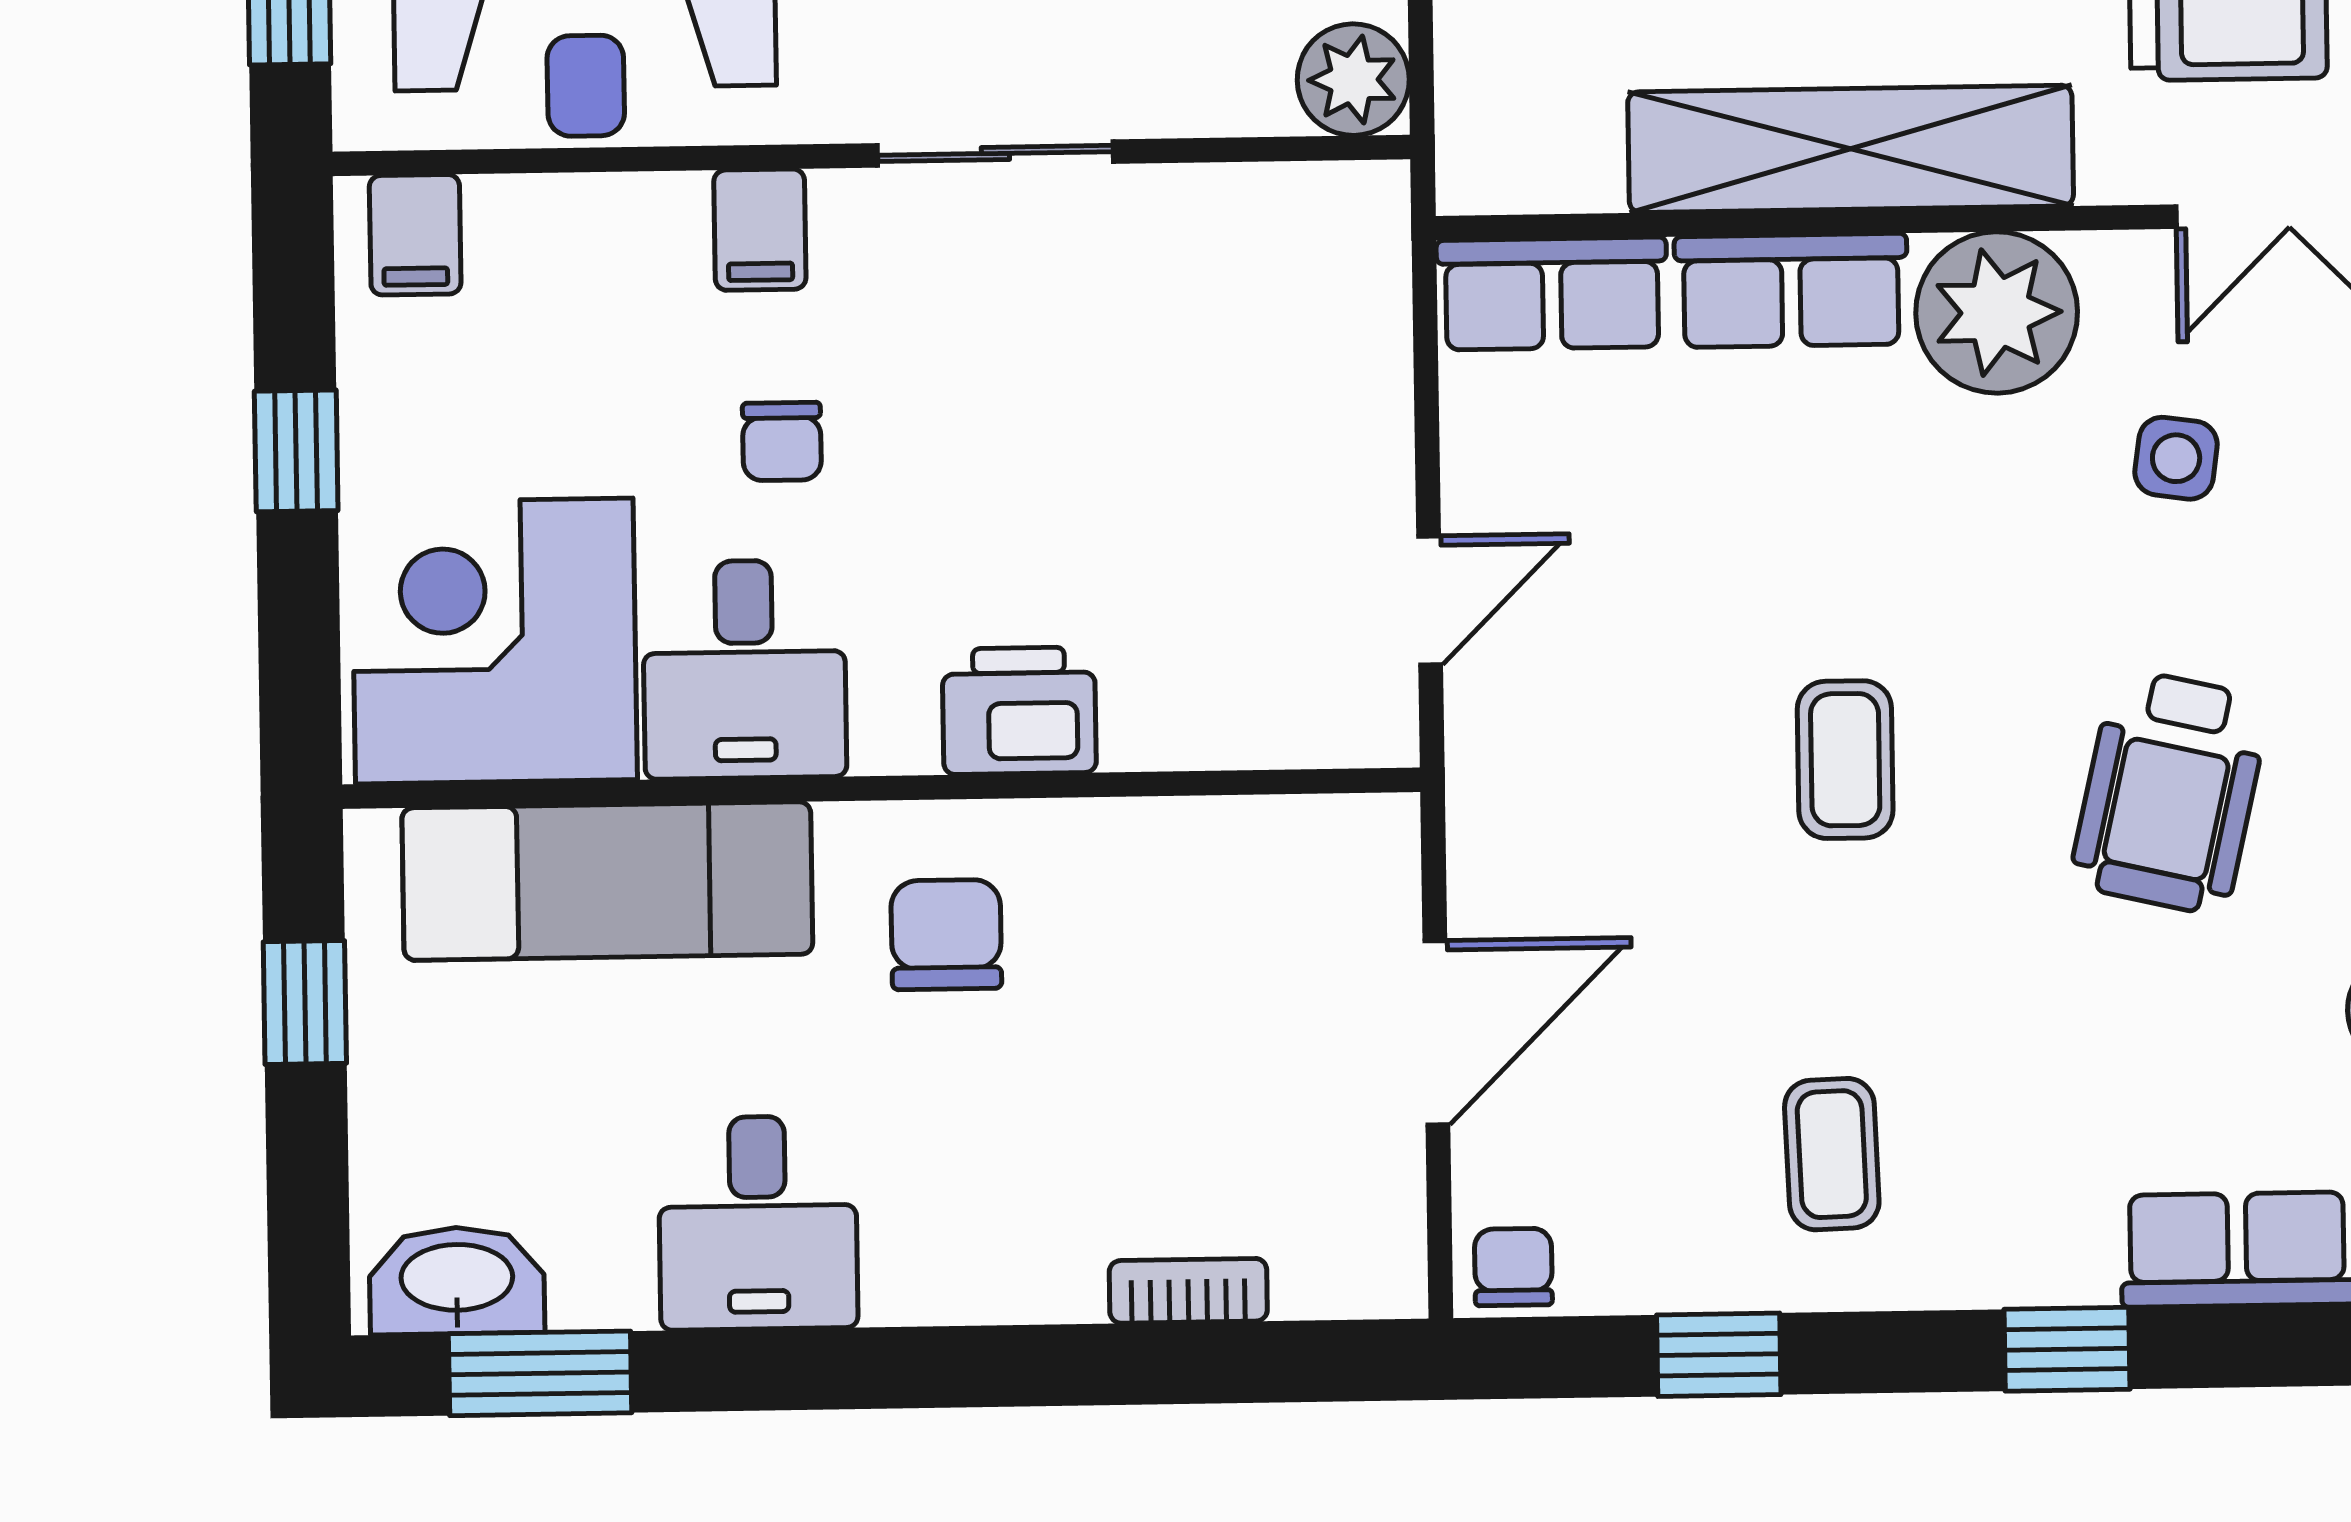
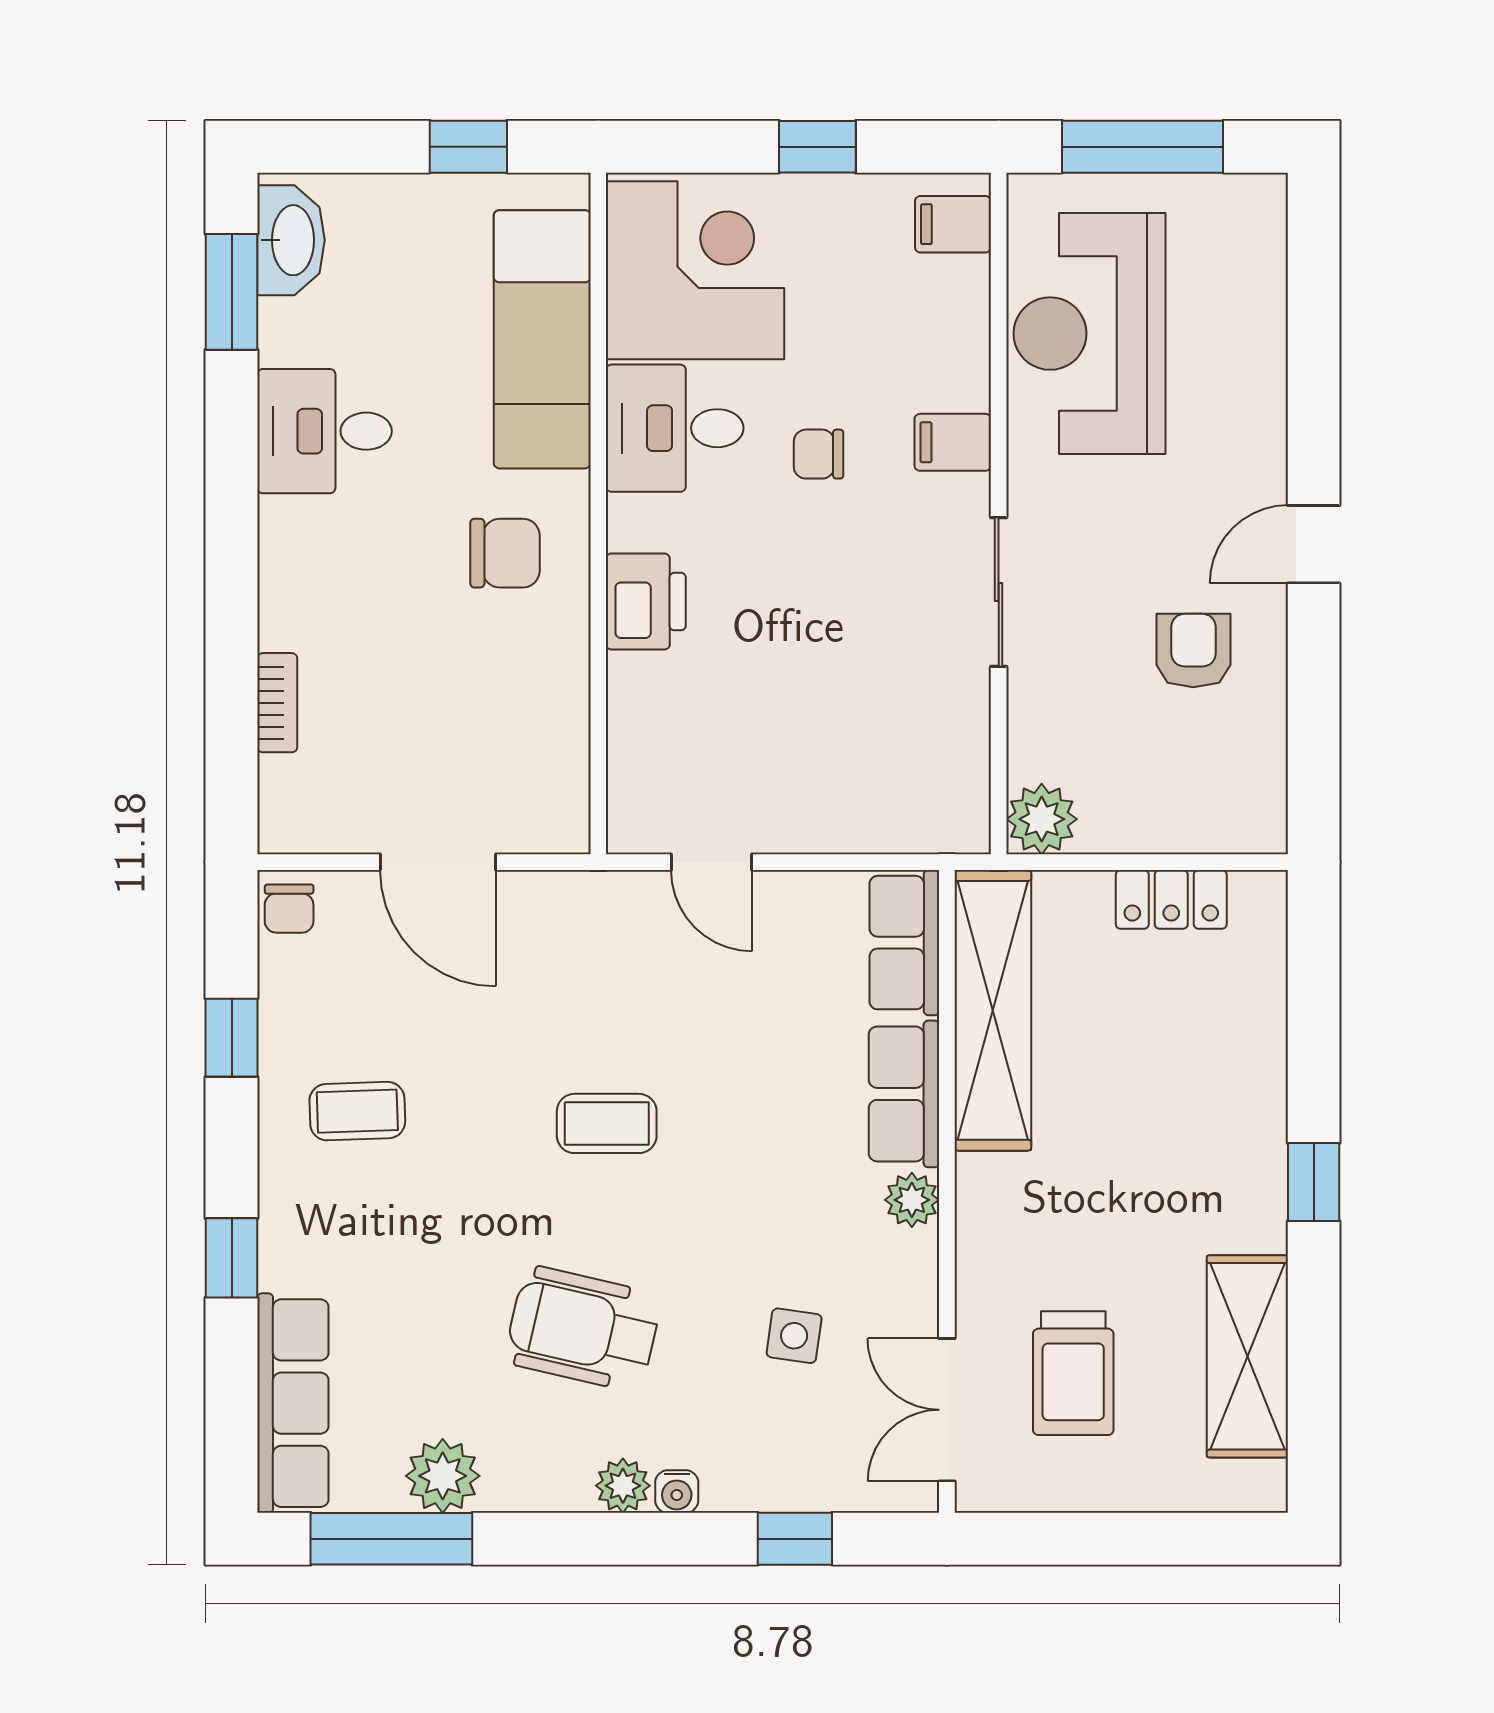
shelving: (1851, 149) -> (993, 1010), moved
plant: (1997, 312) -> (912, 1200), width x0.53, depth x0.53
chair: (1513, 1267) -> (289, 909), turned 90

